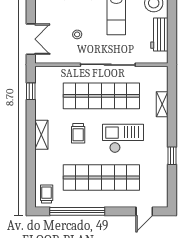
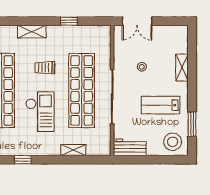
workbench: (159, 34) -> (130, 147), moved
window: (31, 91) -> (69, 21), moved
shelving: (41, 135) -> (32, 32), moved

